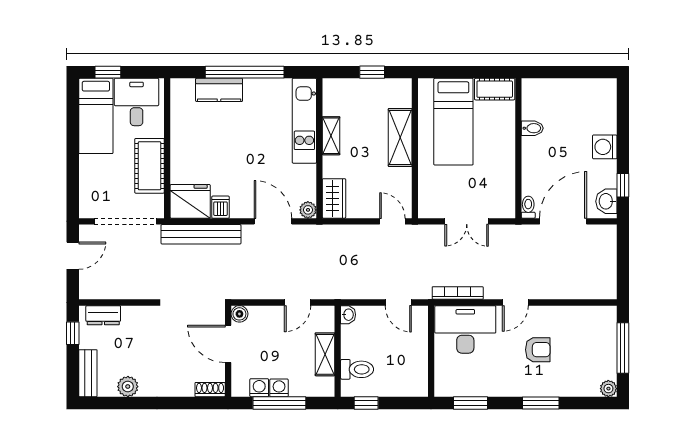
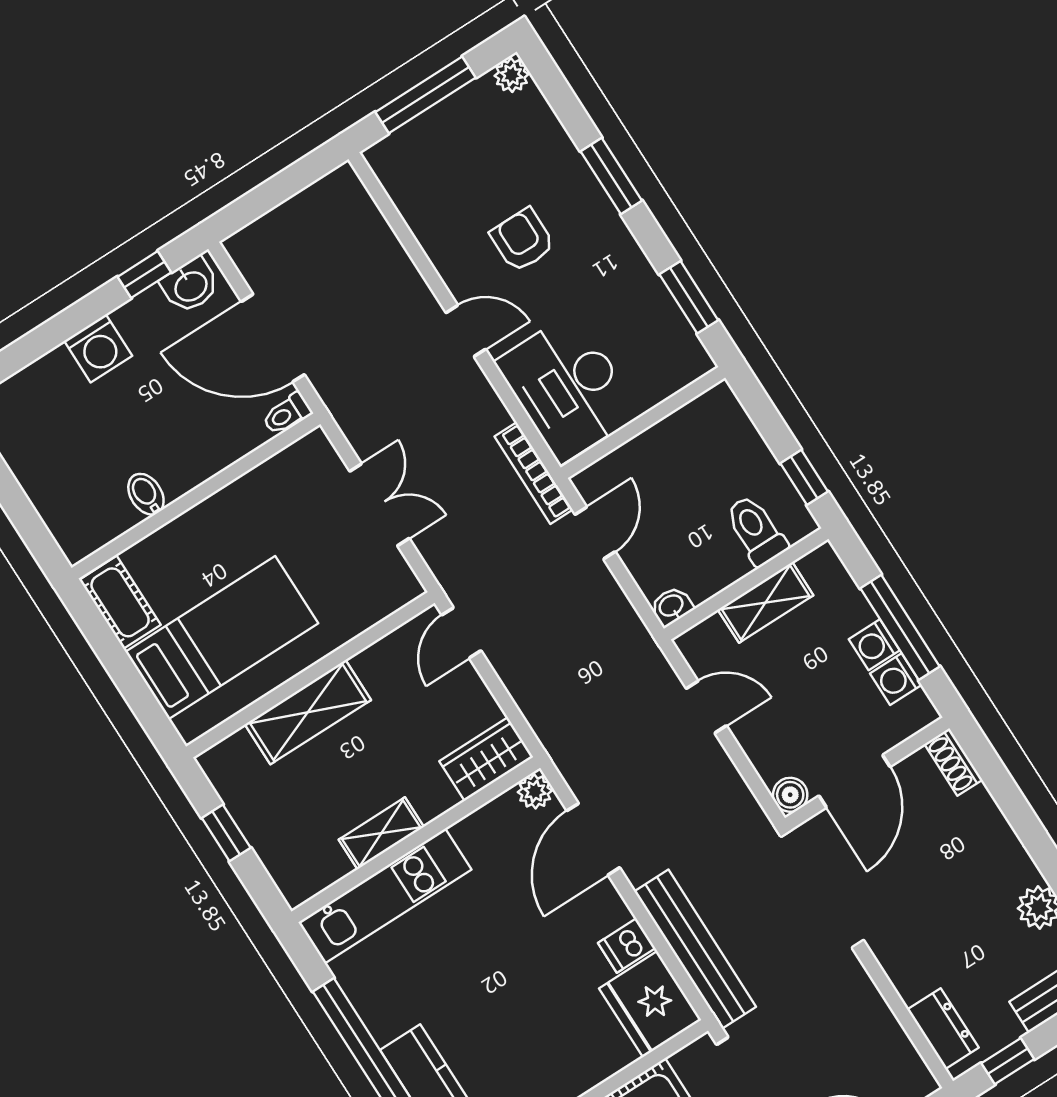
bookcase: (458, 293) -> (534, 473), moved

